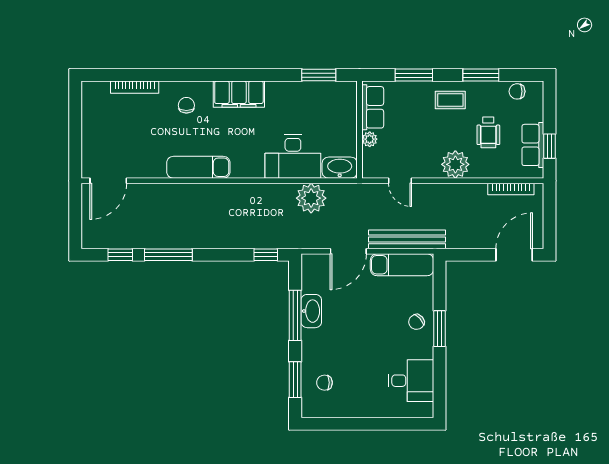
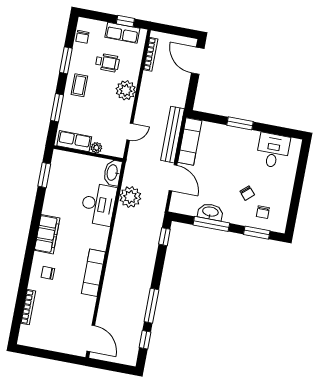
chair: (416, 322) -> (247, 193), moved

